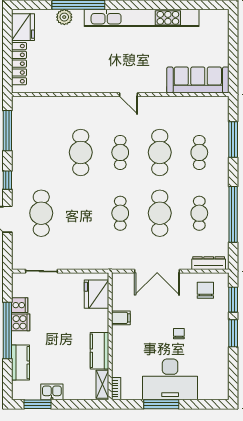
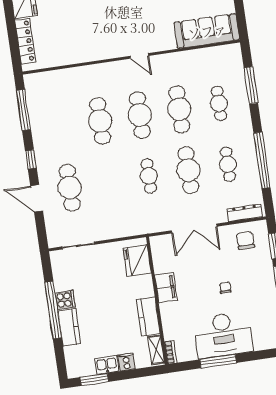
cafe table: (120, 152) -> (140, 115), width x1.37, depth x1.35
cooker: (20, 305) -> (126, 362), moved, turned -90
filing cabinet: (121, 318) -> (166, 288), width x2.00
kitchen counter: (21, 363) -> (69, 327), moved

